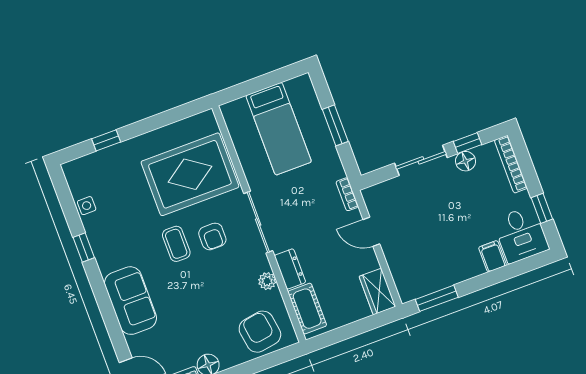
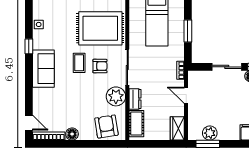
armchair: (212, 236) -> (100, 66), turned -90
plant: (433, 279) -> (210, 133), added
plant: (267, 281) -> (116, 96), width x1.88, depth x1.88
sofa: (130, 301) -> (43, 69), moved

